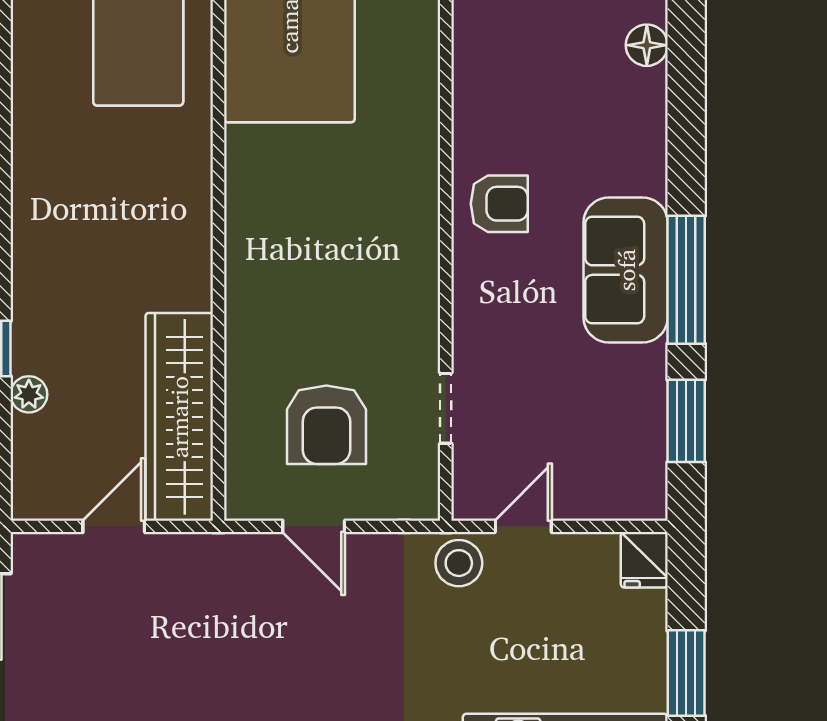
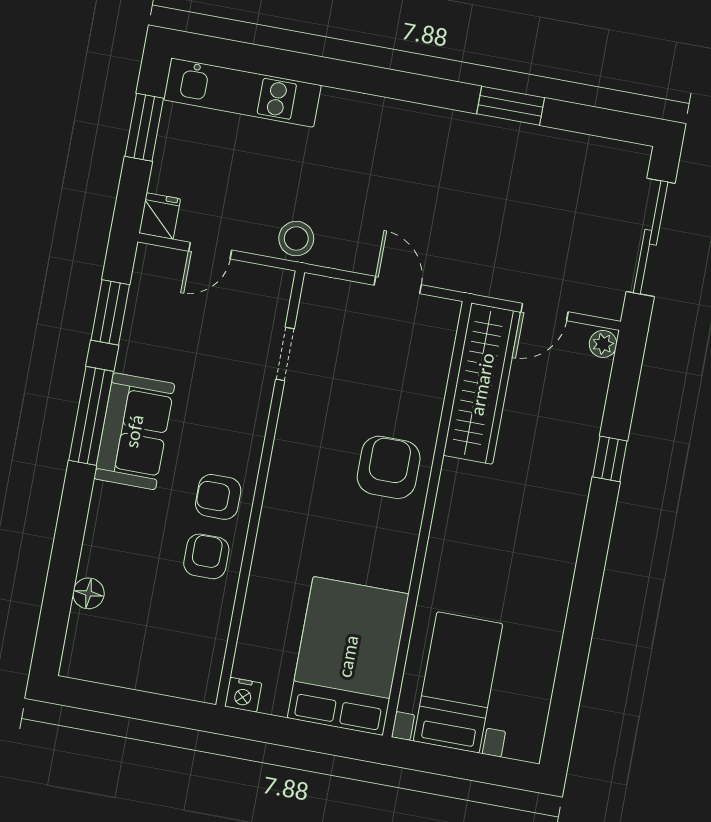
armchair: (500, 122) -> (206, 556), added
plant: (29, 394) -> (603, 344), moved
armchair: (326, 425) -> (389, 467), moved
door: (523, 526) -> (210, 251), moved

